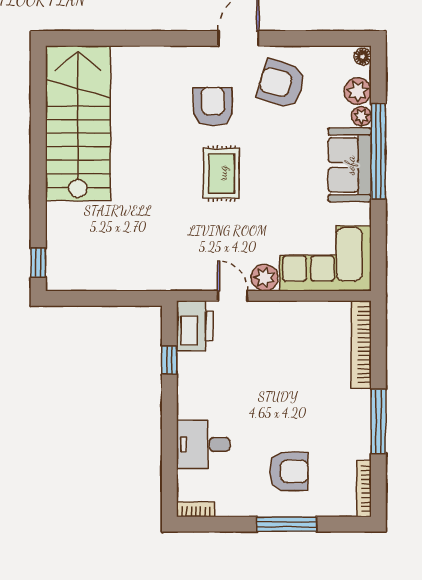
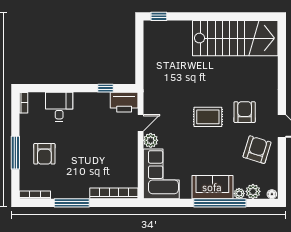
armchair: (213, 106) -> (245, 112), turned -90

